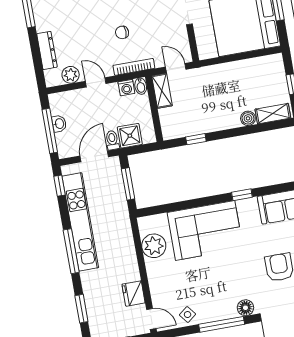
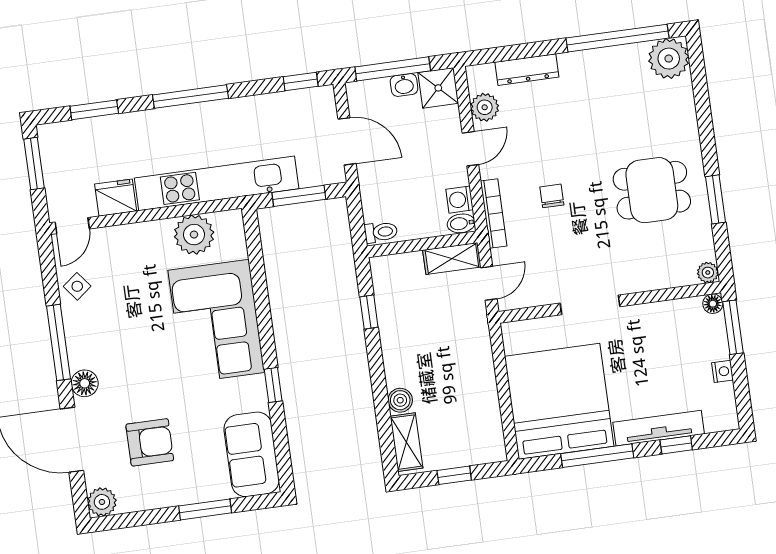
shower: (130, 136) -> (438, 88), moved
toilet: (112, 140) -> (381, 232), moved
kitchen unit: (80, 222) -> (217, 183), moved, turned 180

